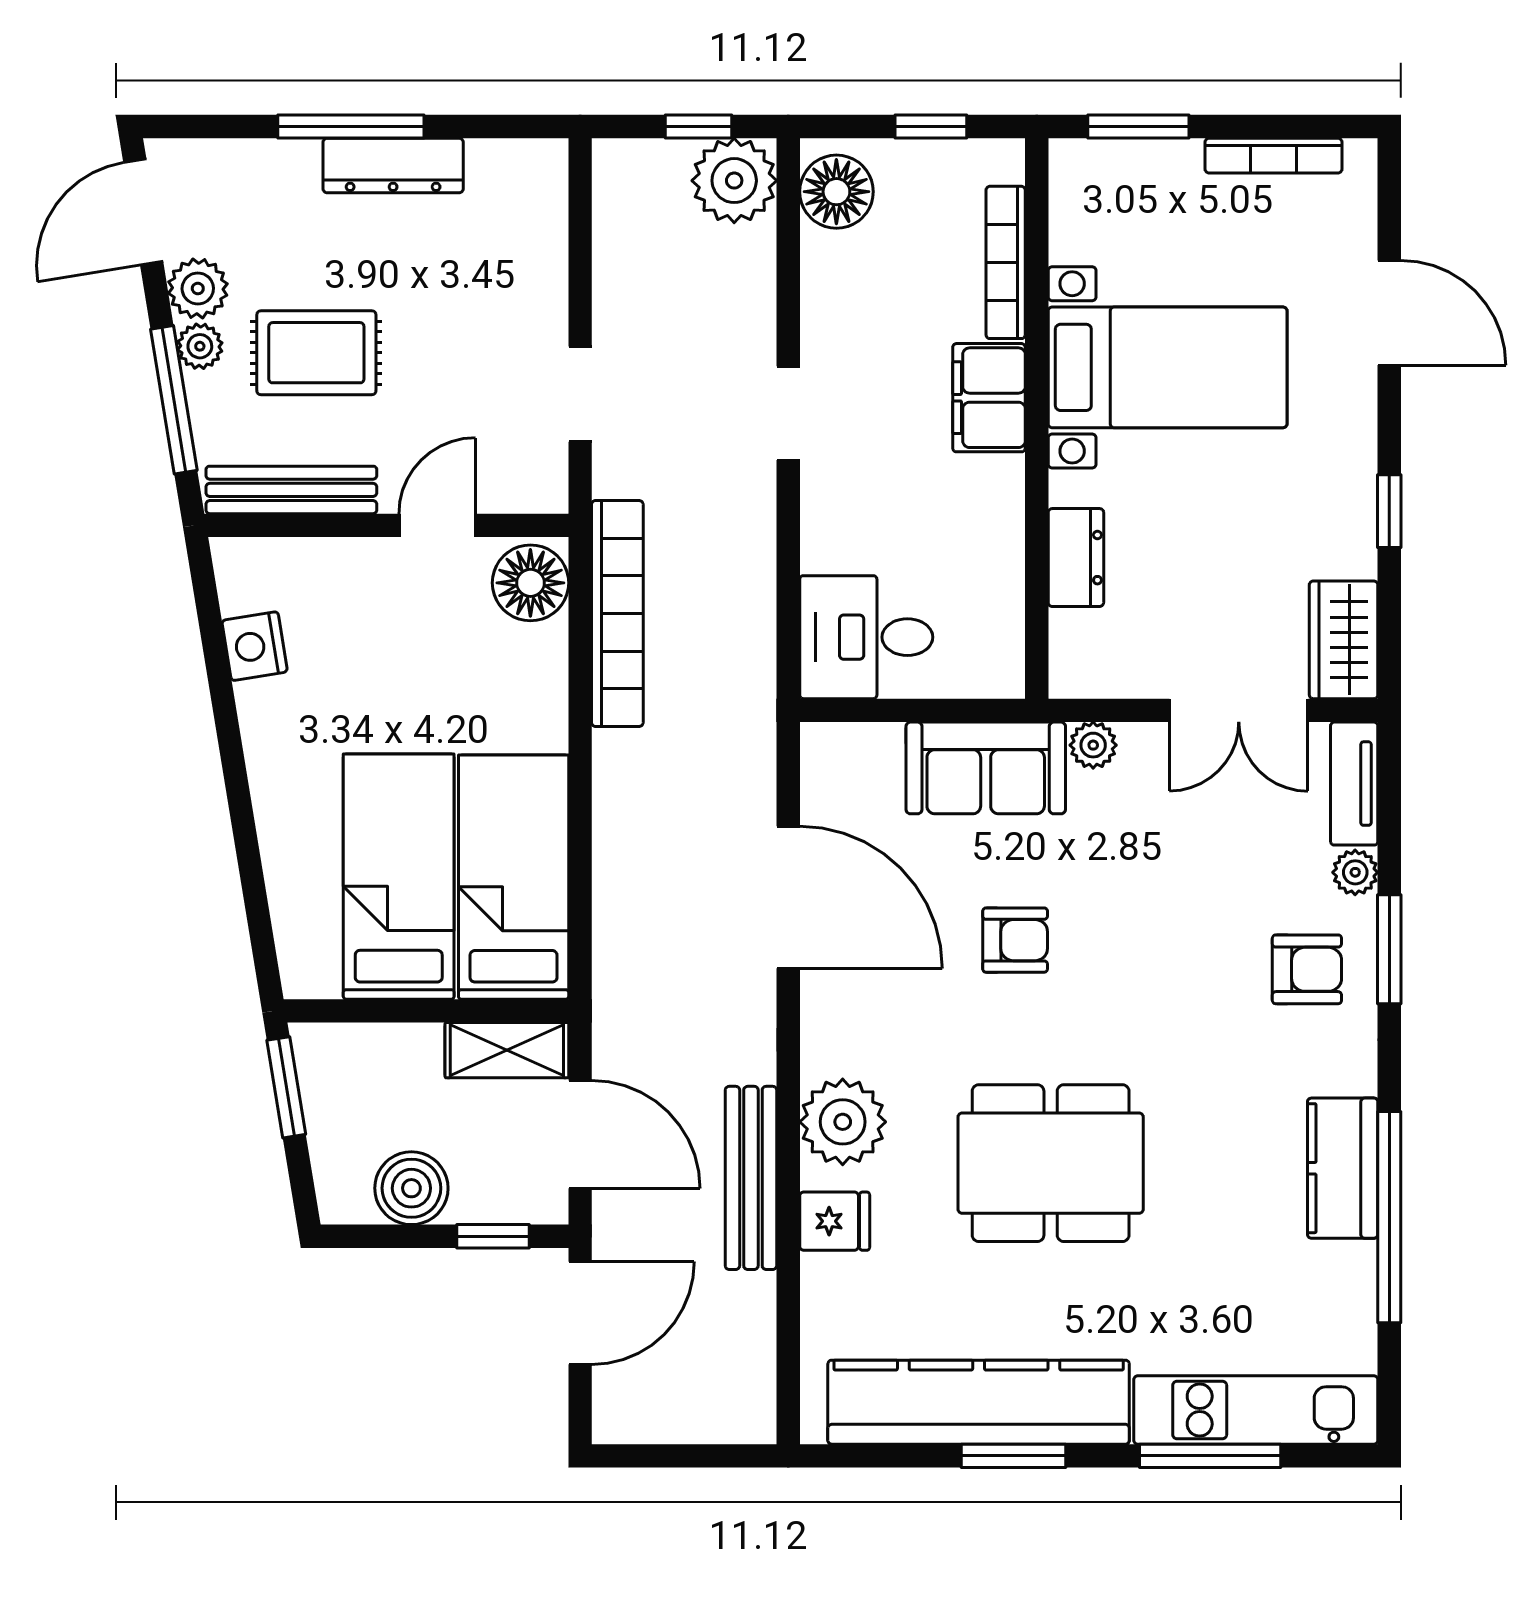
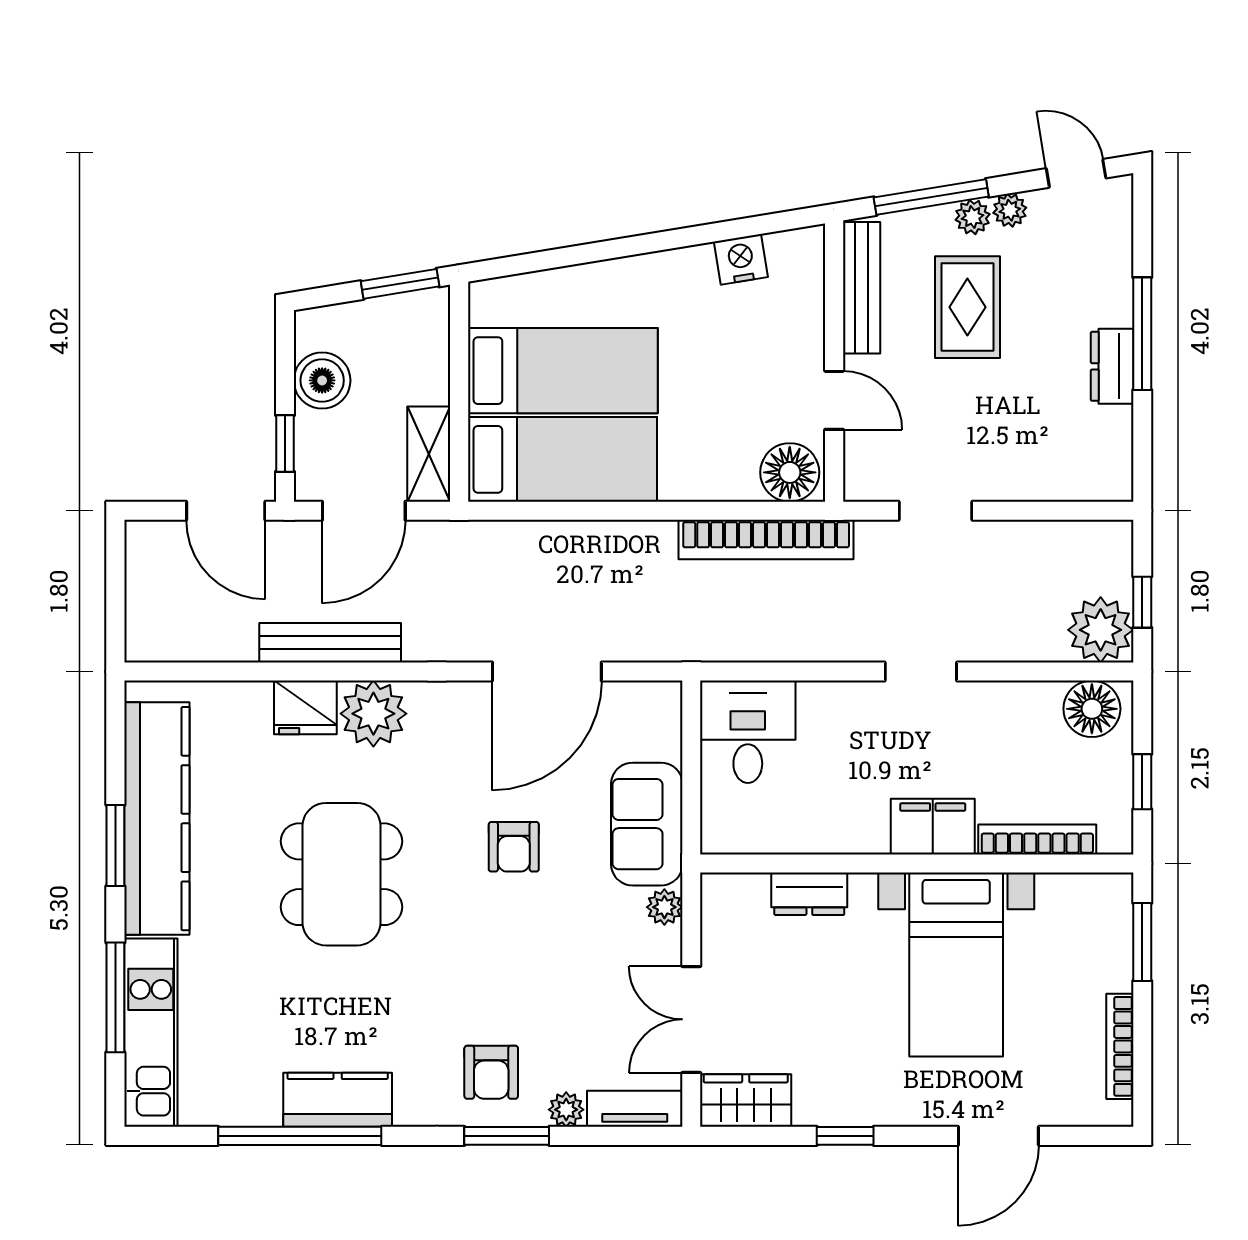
dresser: (393, 166) -> (1112, 366), width x0.70
door: (143, 212) -> (1076, 173), width x0.73
plant: (198, 289) -> (1010, 210), width x0.73, depth x0.73
fridge: (835, 1221) -> (305, 707), width x1.38

